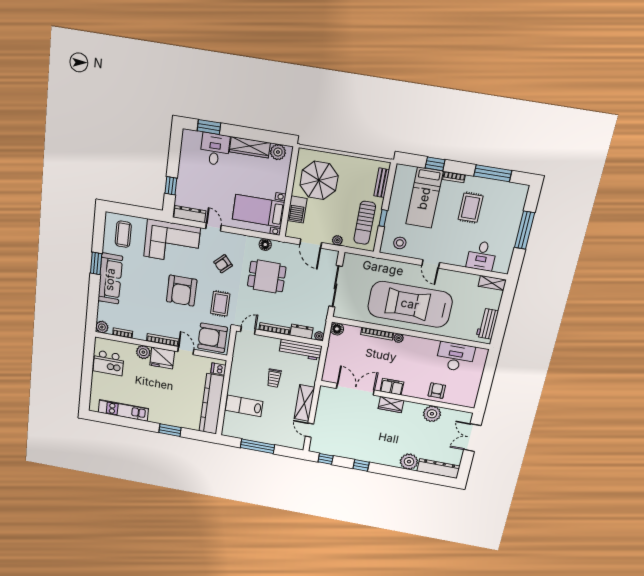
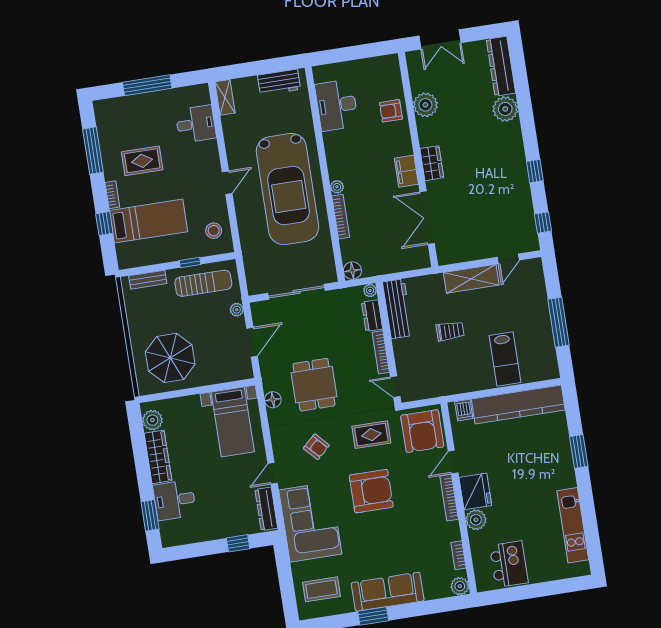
barbecue: (297, 210) -> (215, 373), removed

